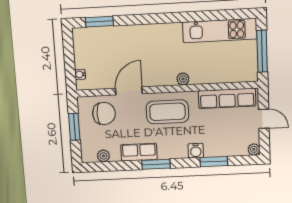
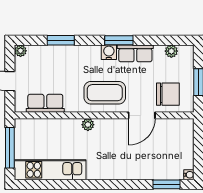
water cooler: (80, 74) -> (189, 175), moved
row of seats: (227, 98) -> (45, 103), width x0.68
chair: (104, 113) -> (168, 94), turned 180
water cooler: (196, 151) -> (109, 52), moved

